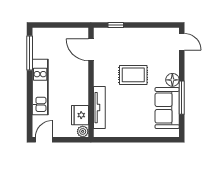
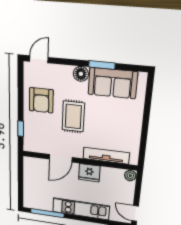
armchair: (145, 45) -> (41, 100), added
door: (91, 50) -> (61, 158), moved
window: (182, 98) -> (102, 65), width x0.69
fridge: (80, 115) -> (89, 173), moved

